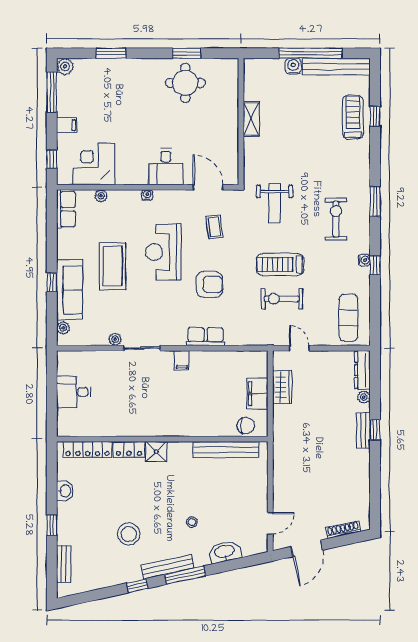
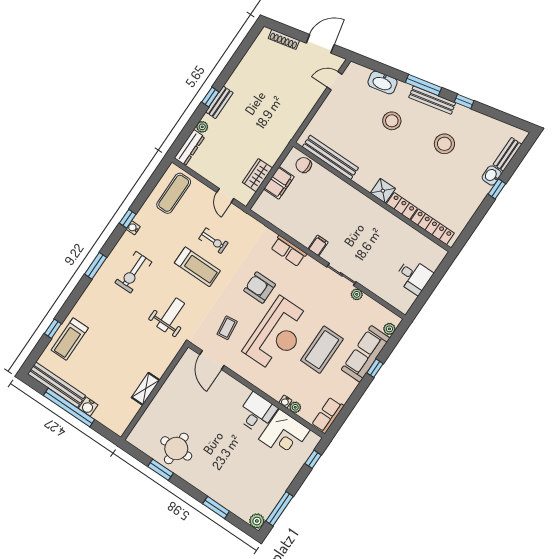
filing cabinet: (67, 125) -> (285, 477), removed
desk: (166, 167) -> (257, 413), moved
water cooler: (147, 195) -> (285, 401), moved
reception desk: (163, 252) -> (277, 335), width x1.36, depth x1.30
exercise bike: (282, 299) -> (213, 241), width x0.73, depth x0.72
washbasin: (65, 491) -> (492, 176), moved
stool: (192, 522) -> (392, 121), width x1.89, depth x1.89

